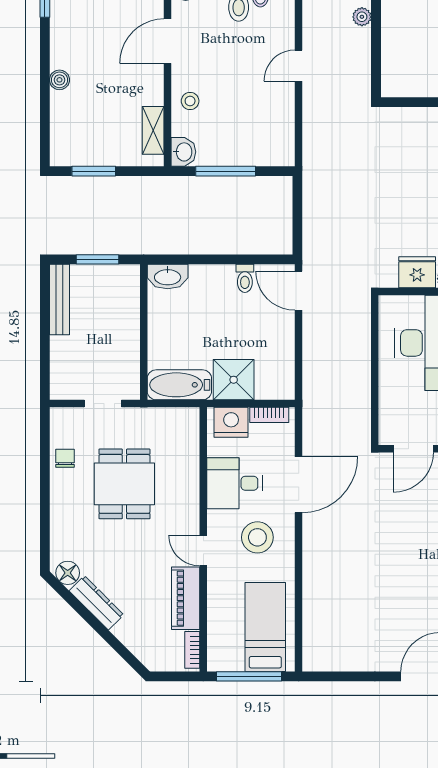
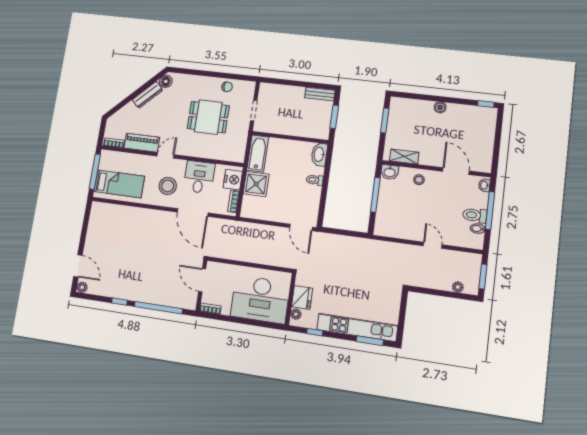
toilet: (245, 278) -> (315, 180), moved
door: (299, 291) -> (301, 227), swing flipped
bench: (59, 300) -> (320, 94), width x0.73

